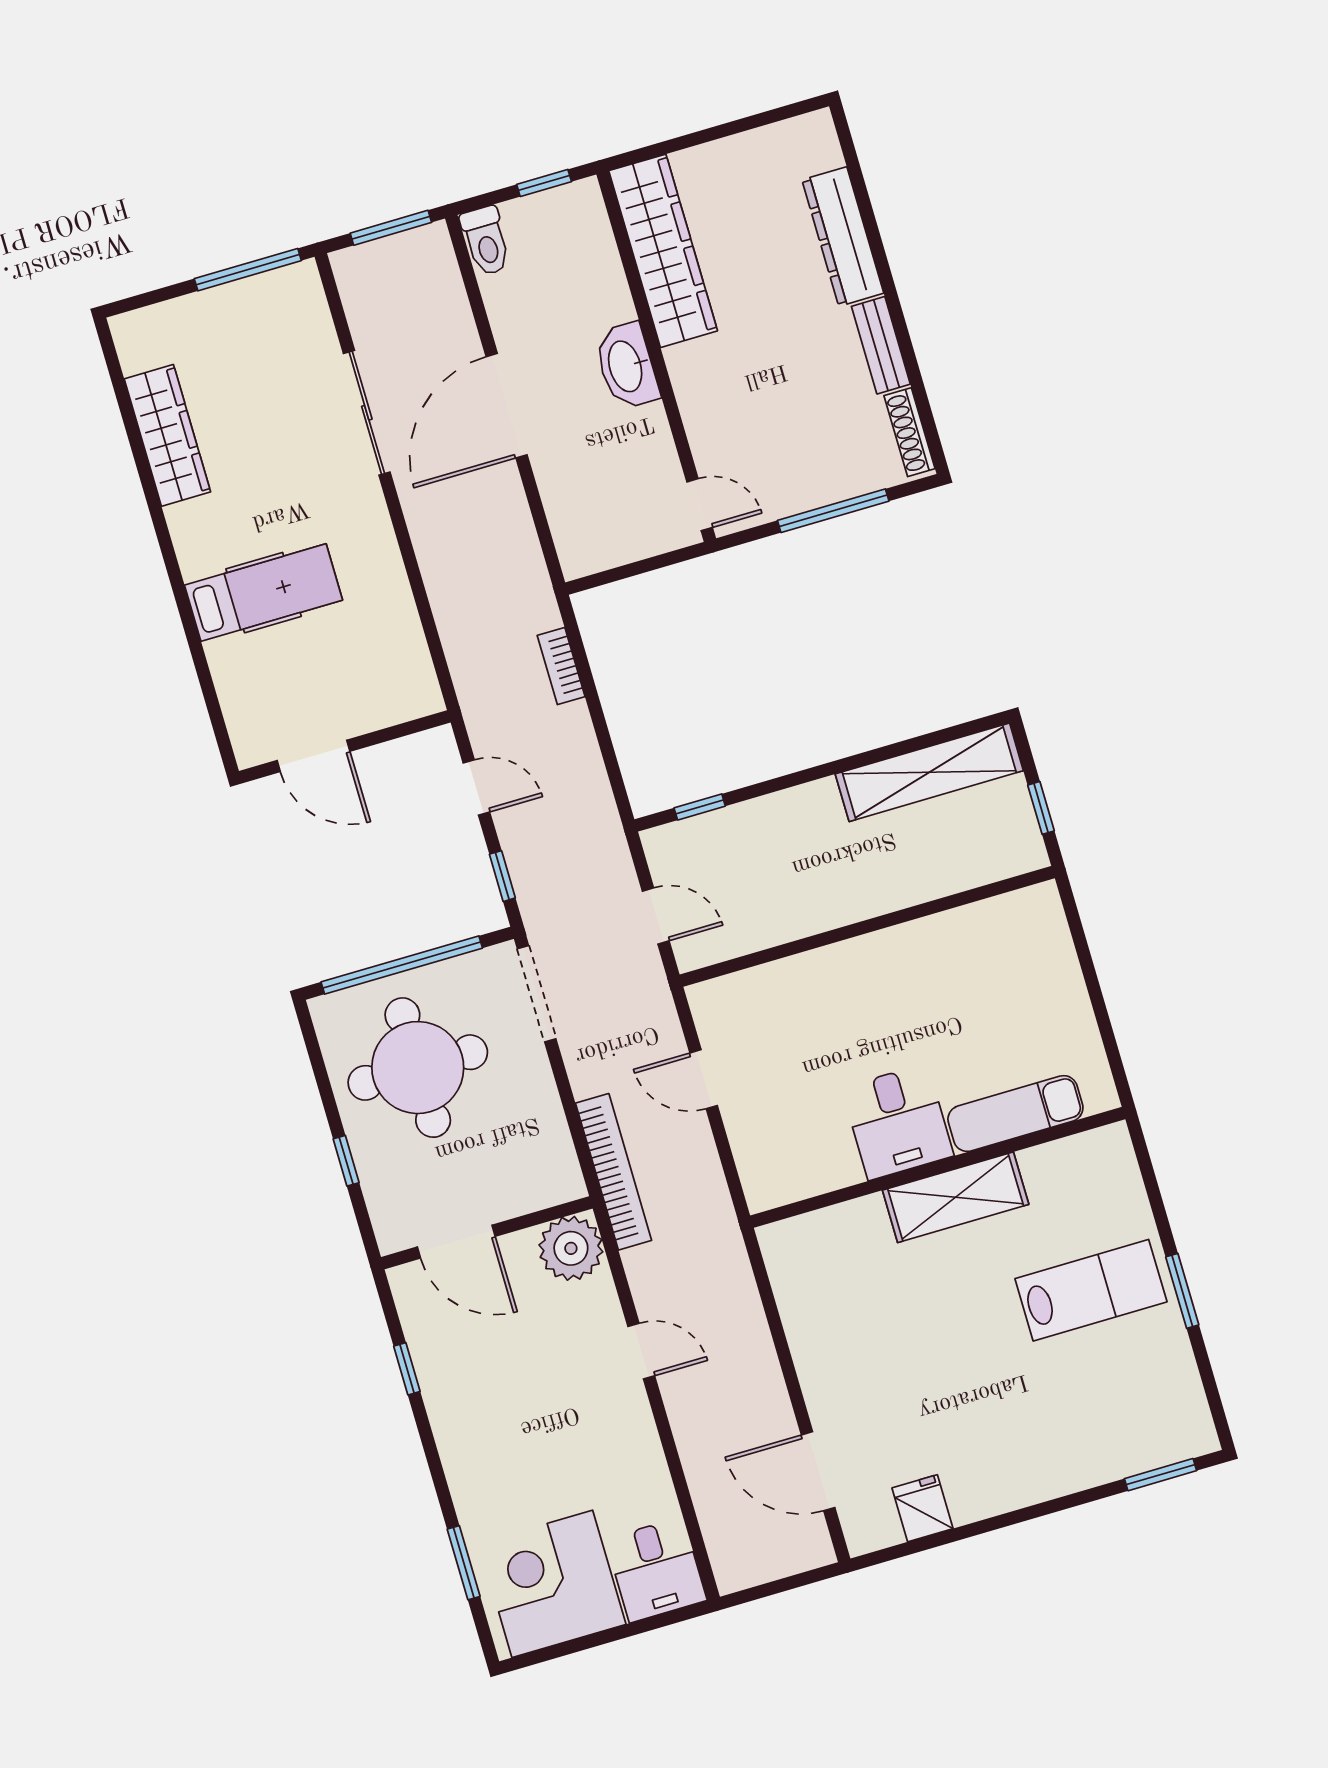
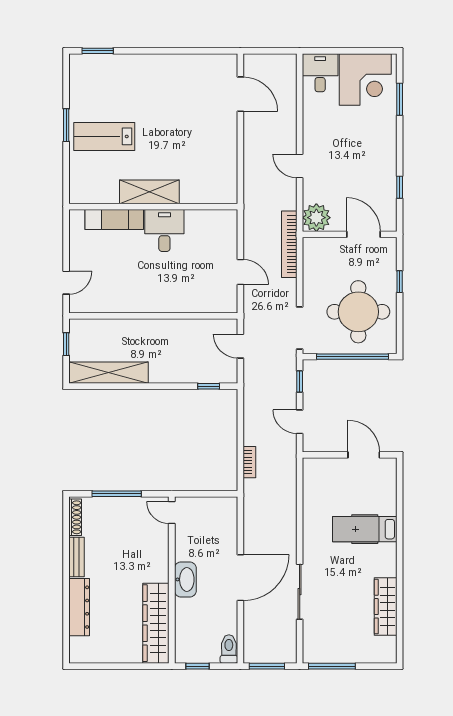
door: (1081, 943) -> (66, 283), added
fridge: (923, 1508) -> (201, 66), removed

